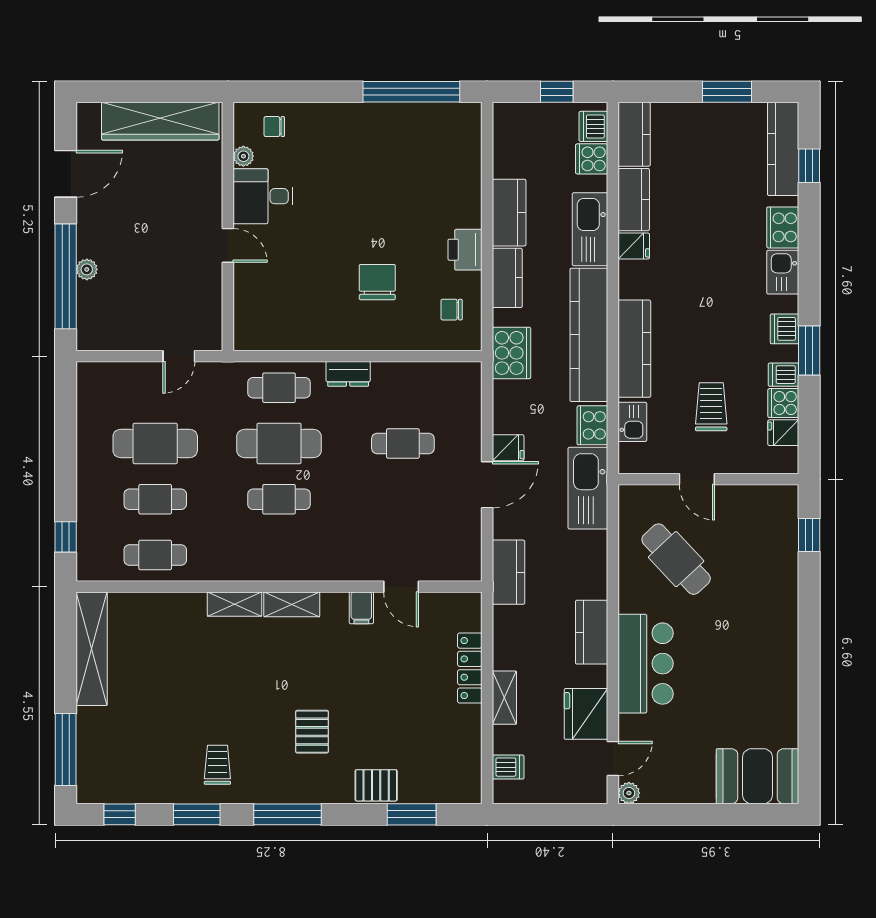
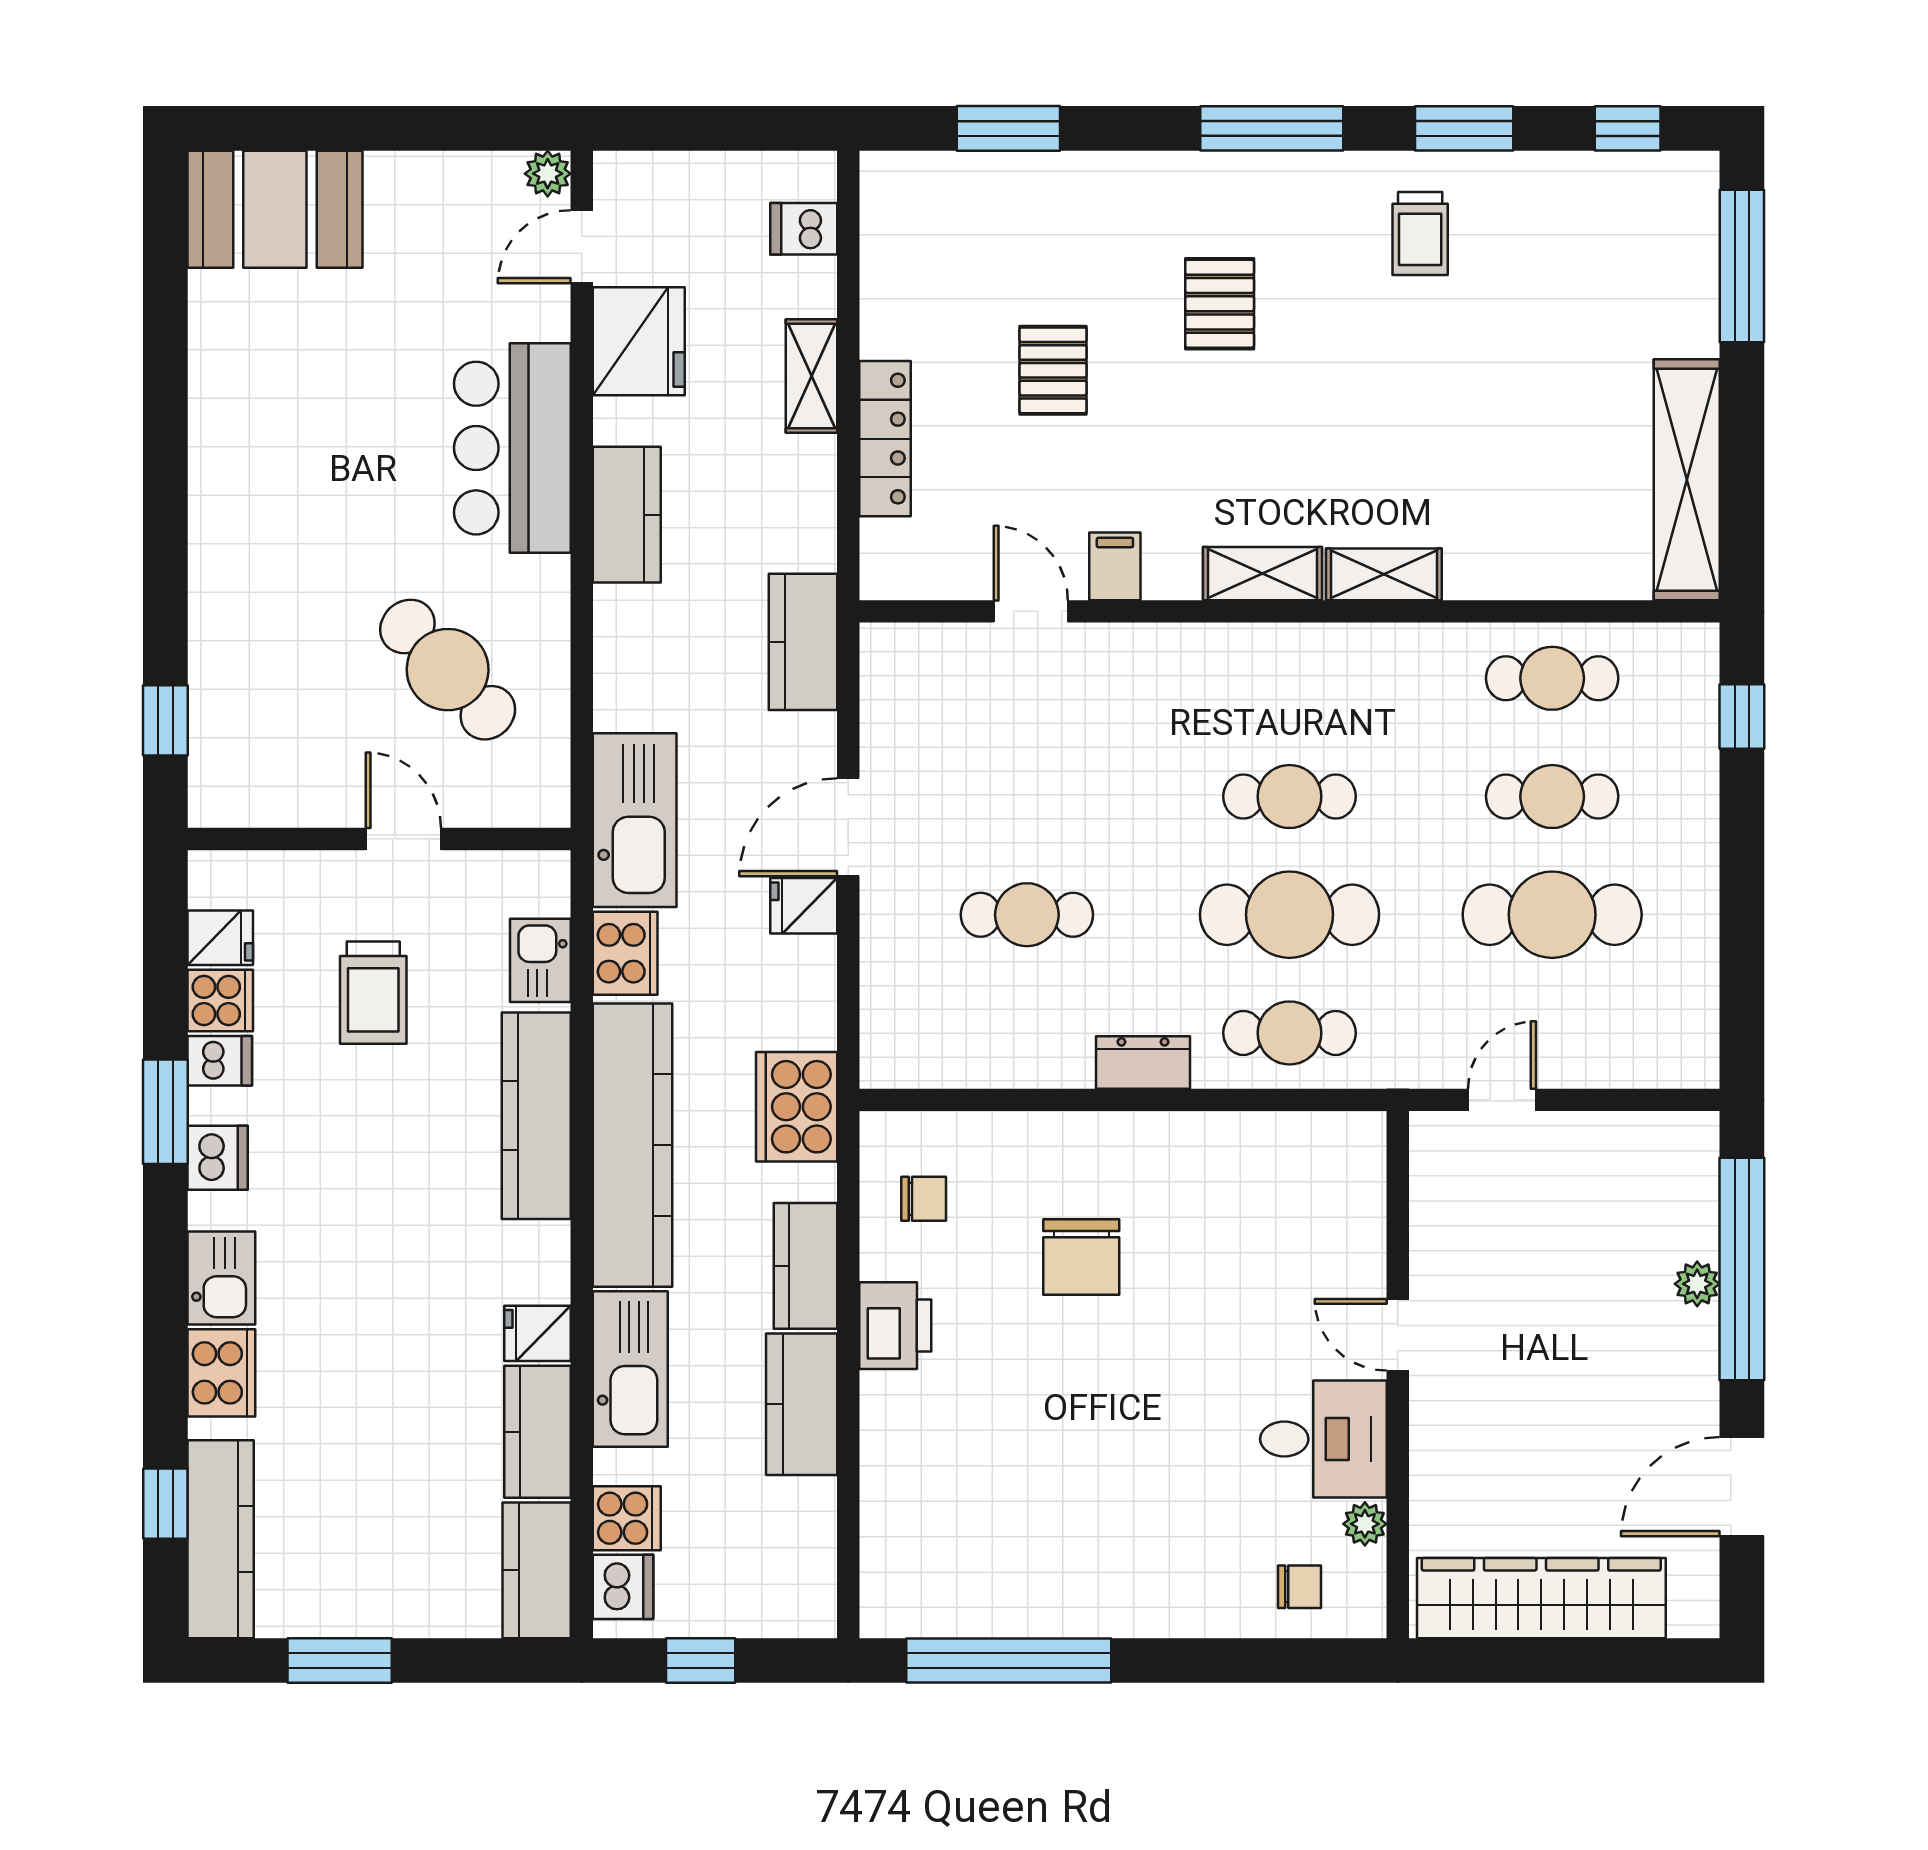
pallet: (376, 785) -> (1053, 370), moved, turned 90

